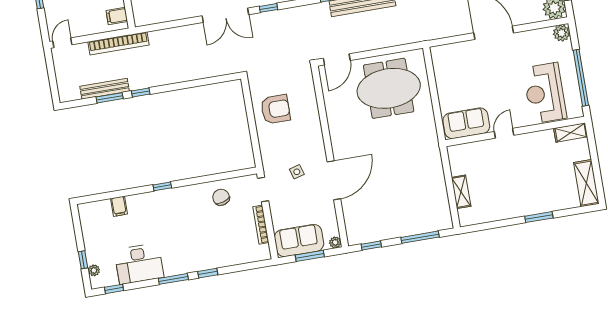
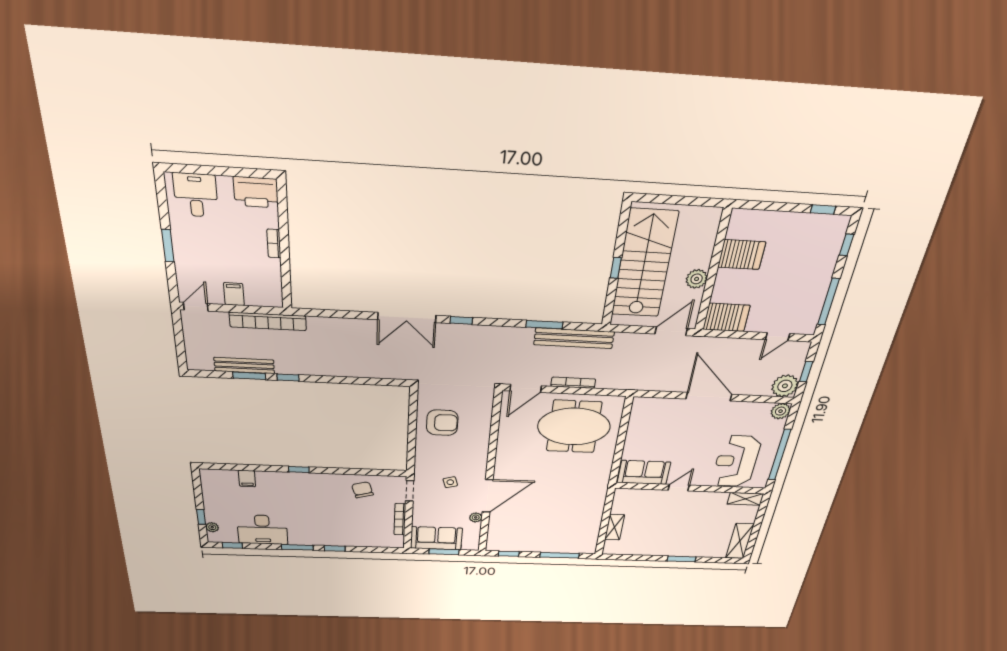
filing cabinet: (117, 16) -> (234, 294), moved, turned 90
bookcase: (375, 45) -> (573, 383), added
plant: (335, 242) -> (476, 517), moved

